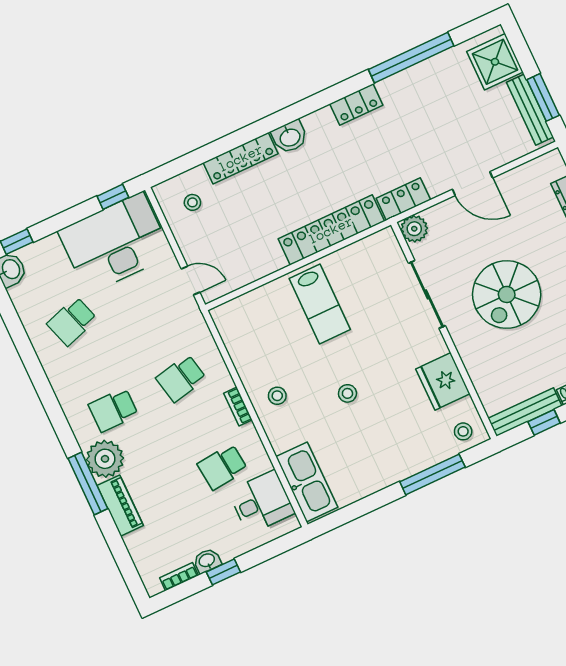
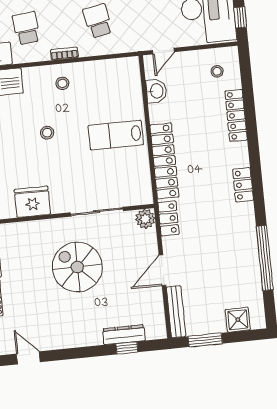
shower: (495, 62) -> (238, 320), width x0.73, depth x0.73
locker: (356, 105) -> (243, 185), moved
bench: (530, 110) -> (176, 312), moved, turned 90
washbasin: (290, 137) -> (156, 91), moved, turned 180

